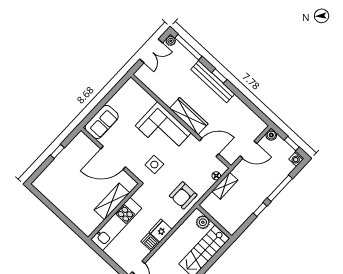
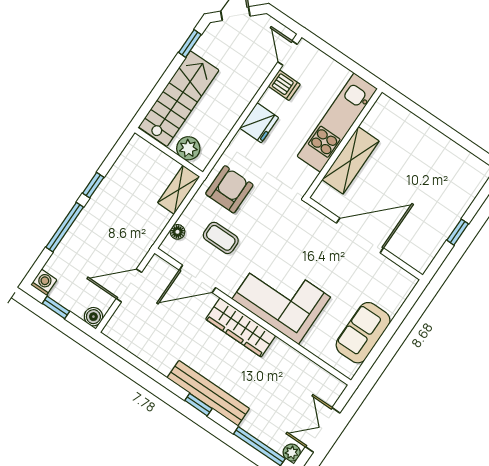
sofa: (102, 122) -> (363, 333), moved
side table: (154, 165) -> (287, 235), removed
coffee table: (192, 169) -> (221, 238), added
shelving: (225, 186) -> (179, 190), moved
dishwasher: (150, 242) -> (284, 85), moved

